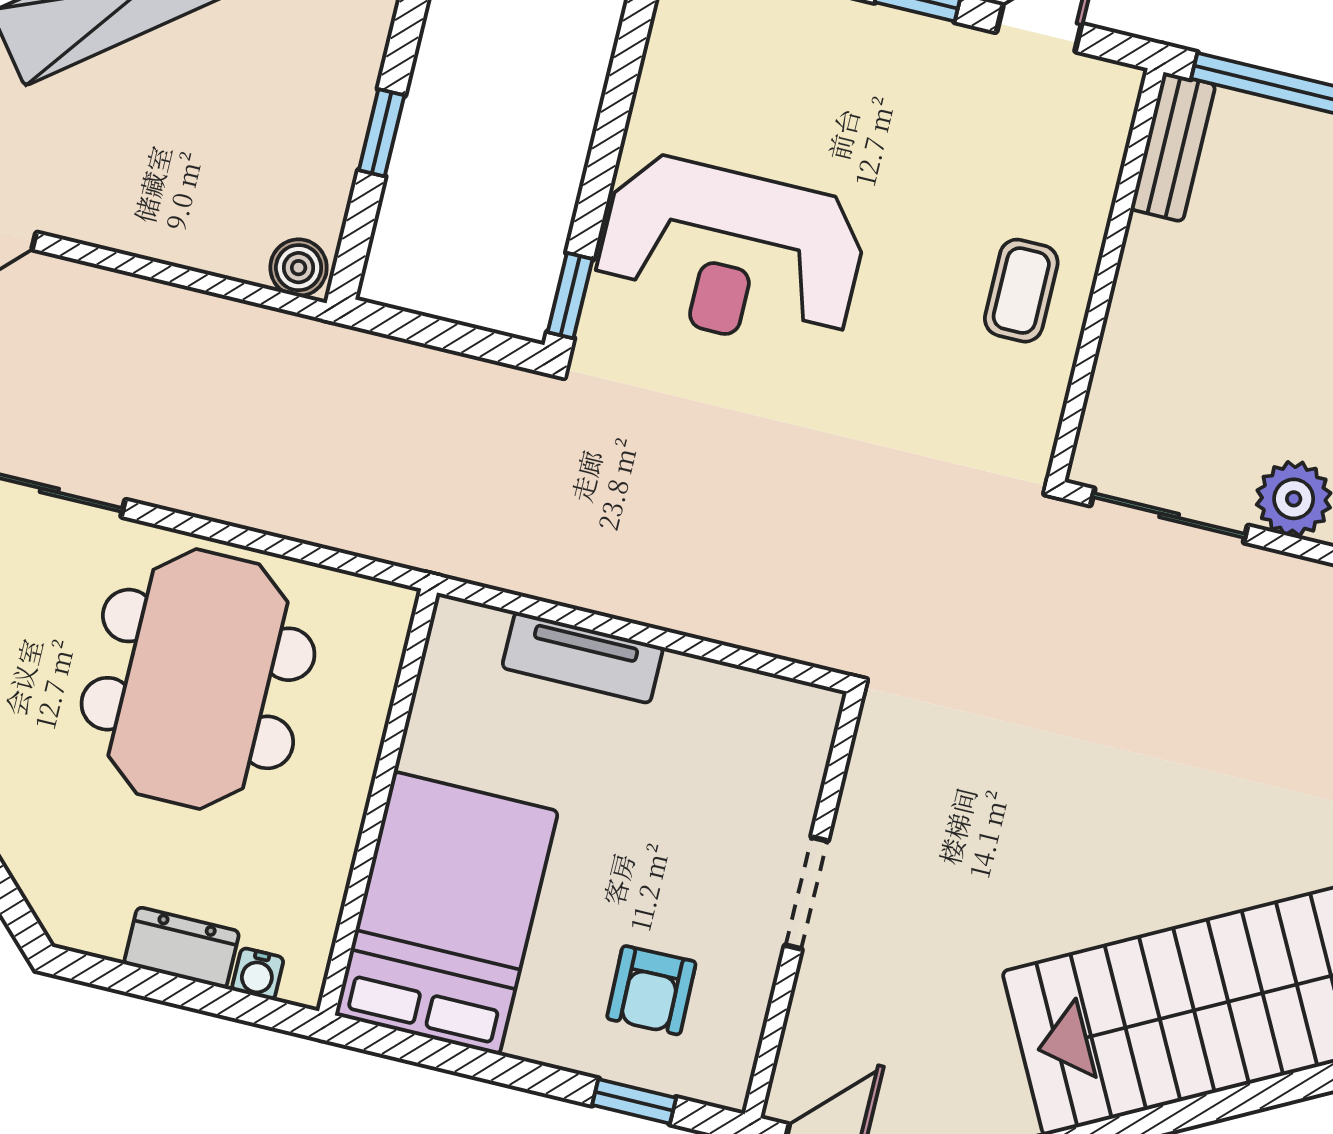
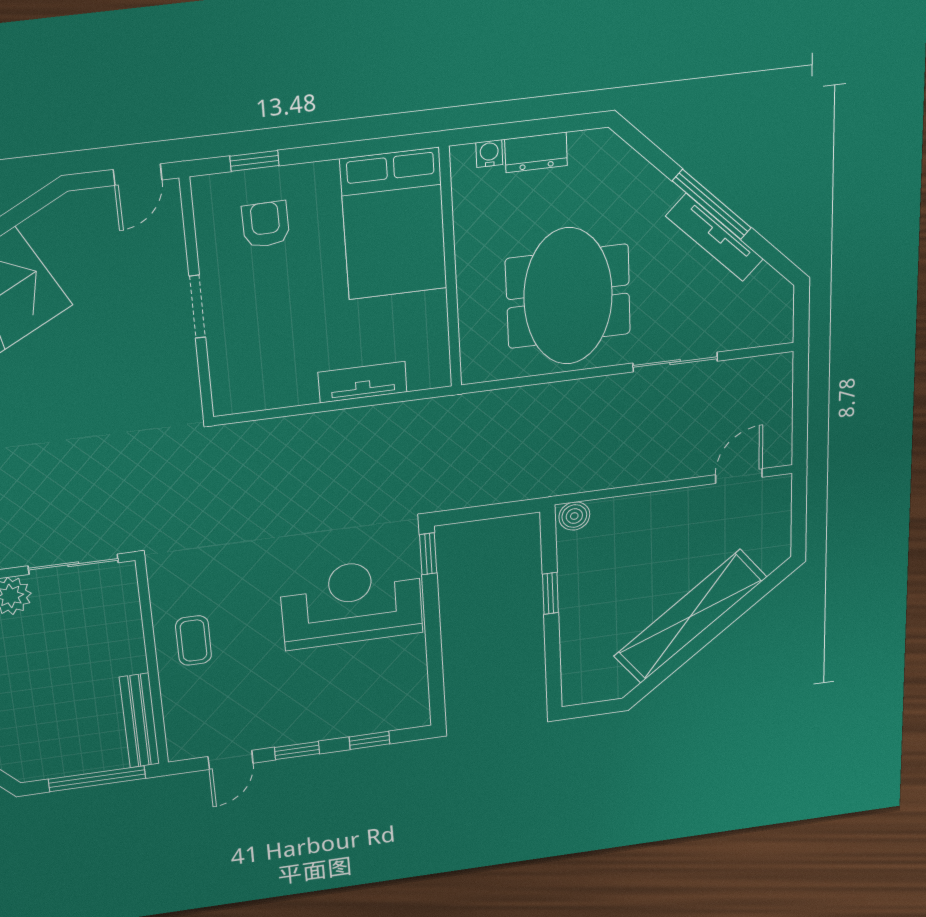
bench: (1173, 147) -> (139, 721), width x1.36

